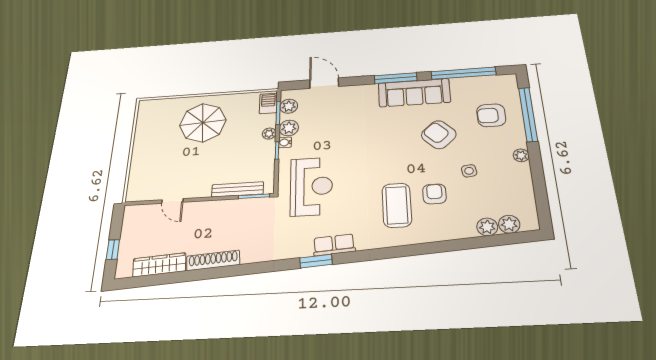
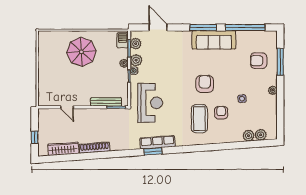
window: (528, 114) -> (280, 62), width x0.68
armchair: (439, 135) -> (205, 84), moved, turned 44
row of seats: (334, 245) -> (158, 142), width x1.48

